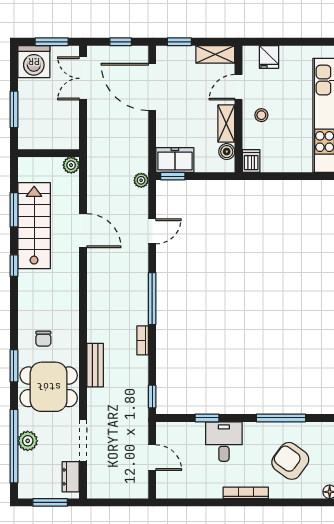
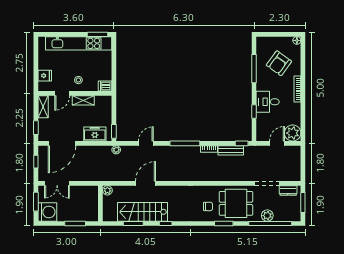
door: (238, 87) -> (62, 93), hinge flipped
boiler: (227, 152) -> (100, 100), removed
freezer: (175, 160) -> (95, 134), moved, turned 90
door: (152, 231) -> (146, 143), hinge flipped
bench: (95, 365) -> (231, 150), moved
dining table: (49, 387) -> (236, 203), turned 90
plant: (170, 485) -> (293, 133), added

